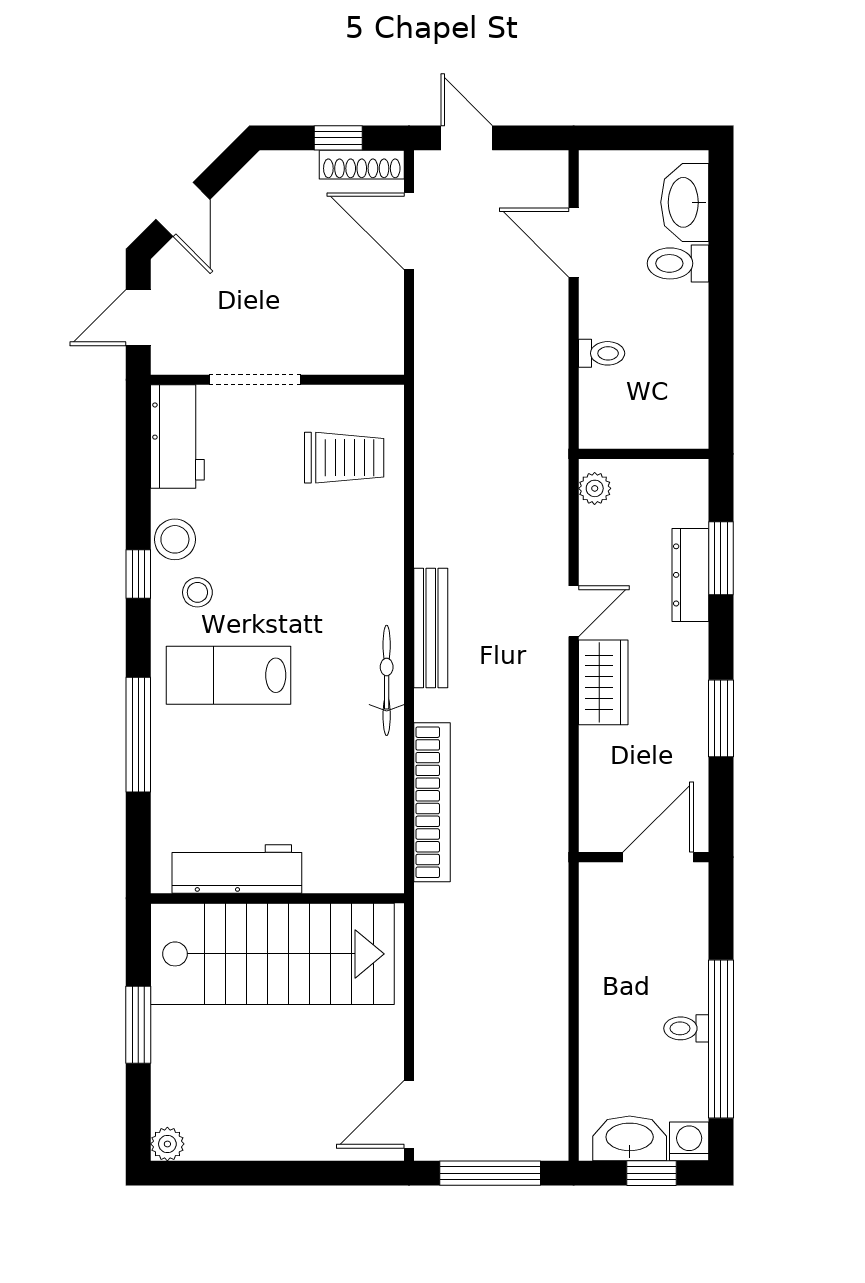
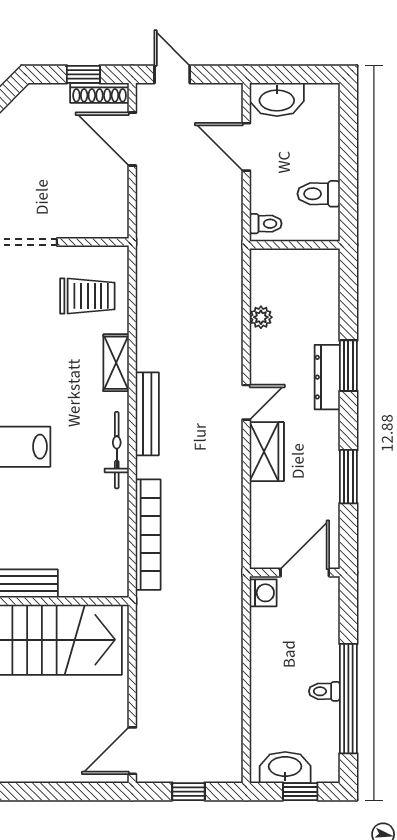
washbasin: (685, 202) -> (277, 100), moved, turned -90
toilet: (678, 263) -> (319, 194), moved
wall: (644, 454) -> (295, 245), moved
shelving: (386, 554) -> (116, 363), added
washing machine: (689, 1141) -> (263, 593), moved, turned 90
window: (490, 1173) -> (188, 792), width x0.46

